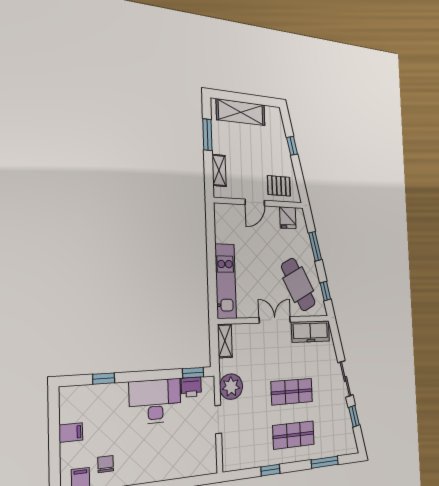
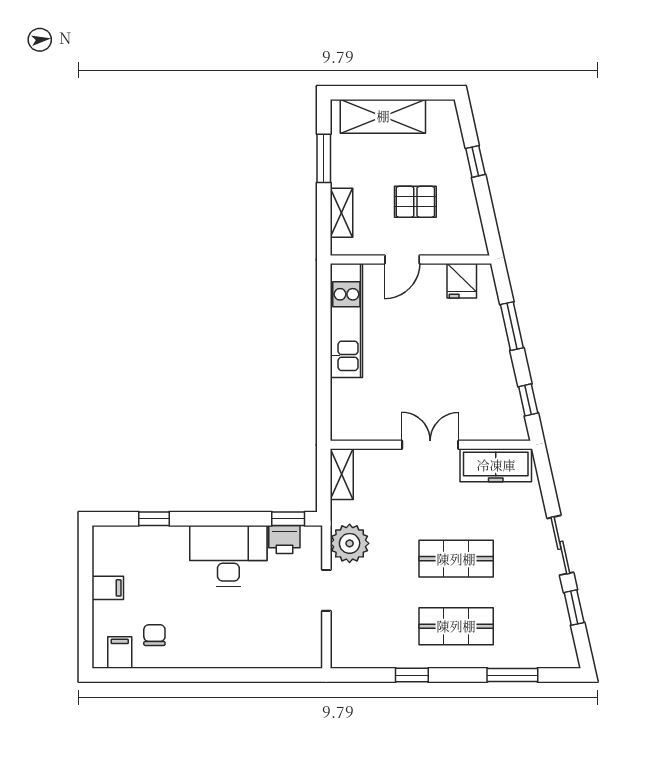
pallet: (279, 186) -> (415, 202), moved
kitchen unit: (226, 281) -> (346, 320), moved
cafe table: (298, 285) -> (476, 389), removed

